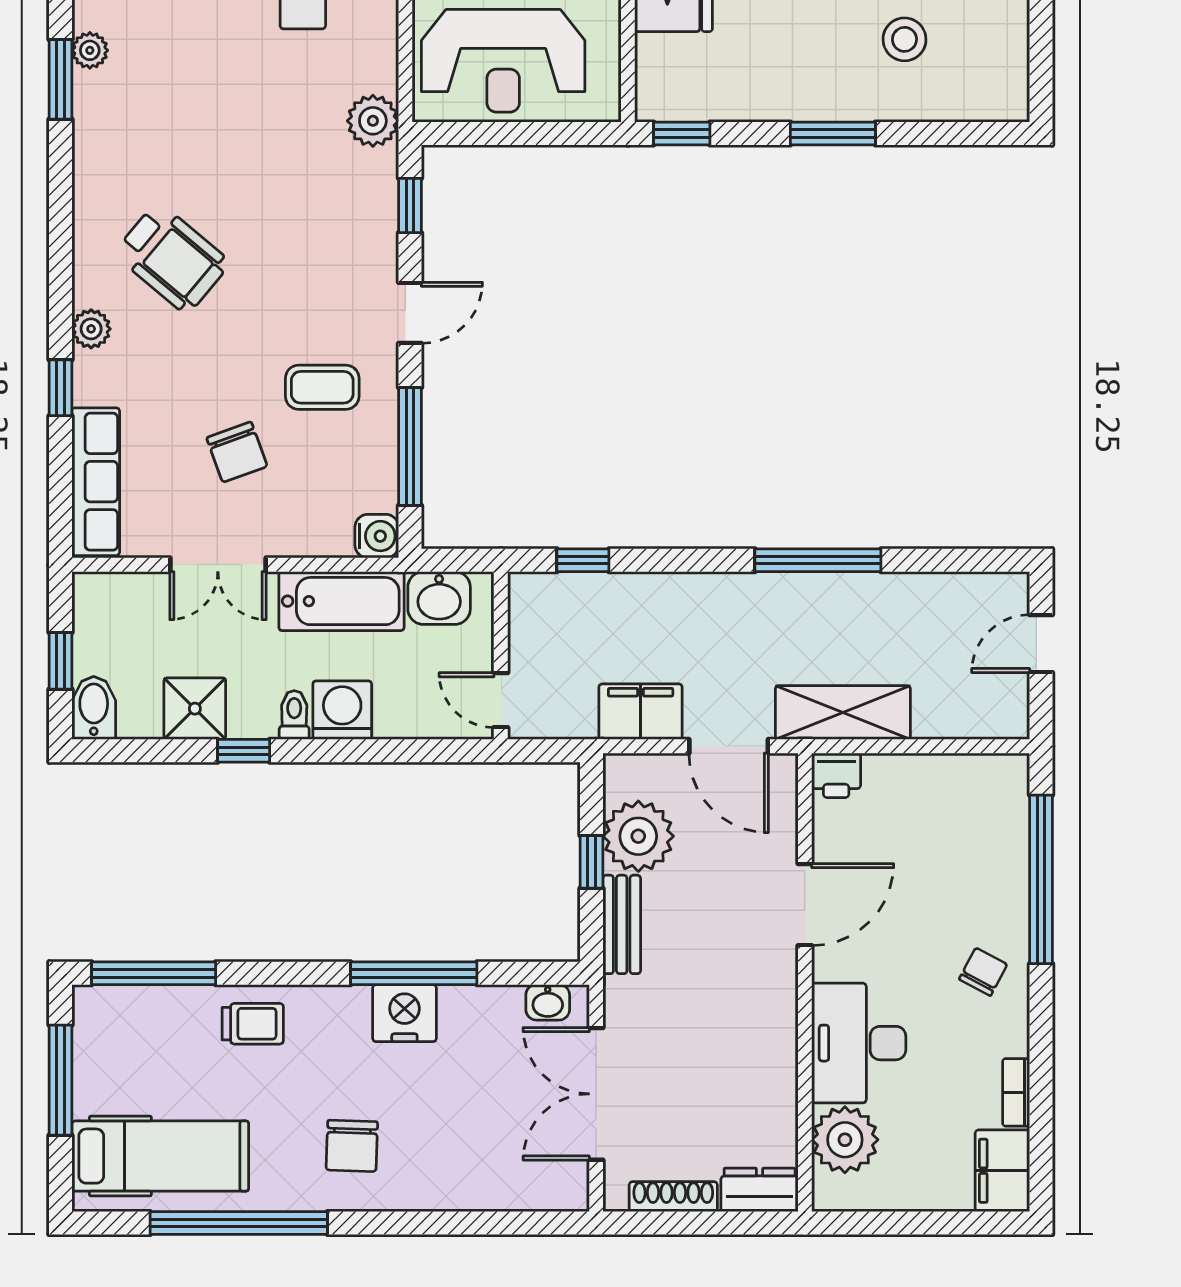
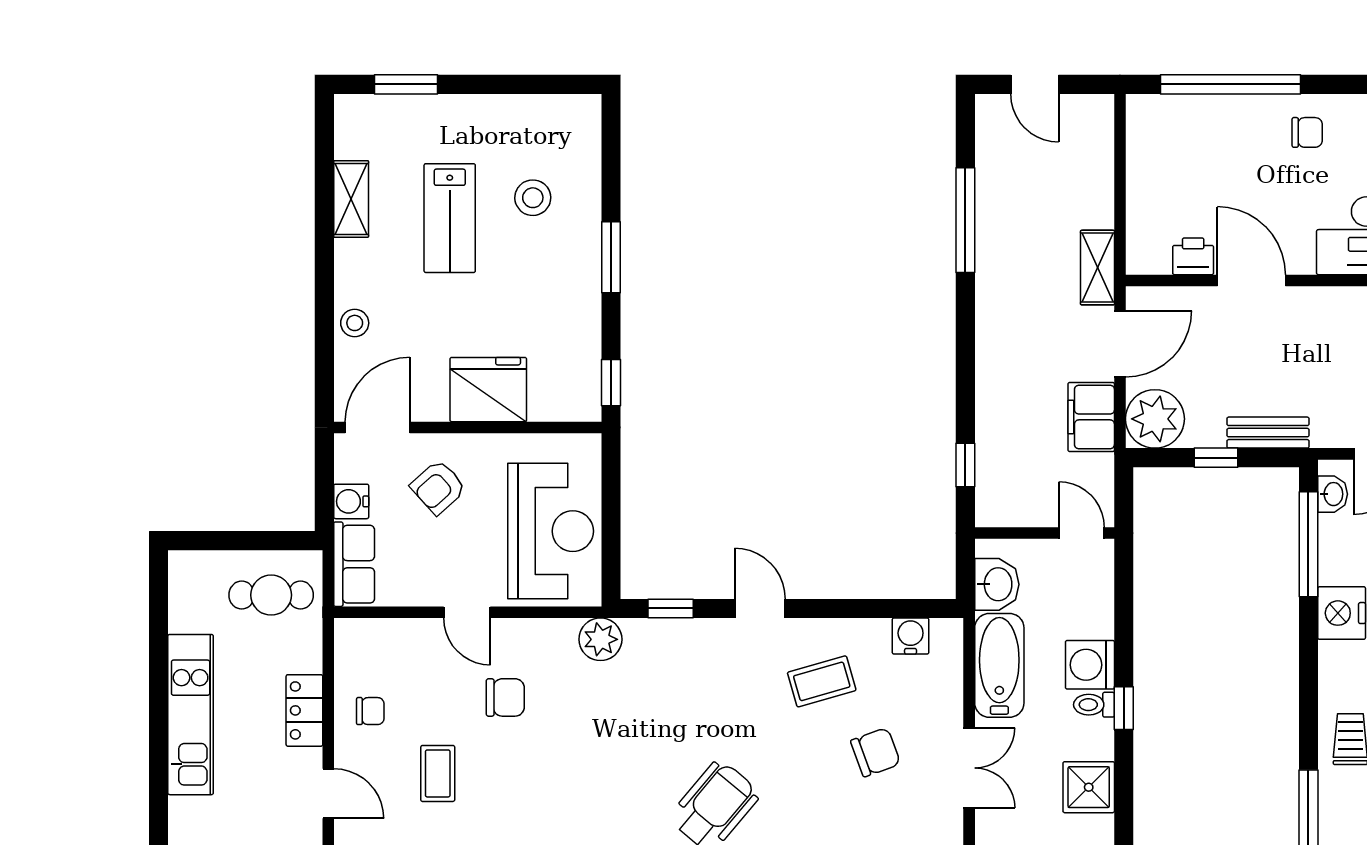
coffee table: (322, 387) -> (822, 681), turned 74
window: (410, 447) -> (871, 608), removed
water cooler: (377, 536) -> (911, 636), moved
window: (818, 560) -> (965, 220), moved
door: (501, 700) -> (1082, 533), swing flipped
shelving: (843, 713) -> (1097, 268), width x0.67, depth x0.75
window: (244, 751) -> (1124, 708), moved
printer: (836, 775) -> (1193, 256), moved, turned -90
plant: (638, 836) -> (1155, 419), moved
chair: (983, 972) -> (1307, 132), turned 152
window: (414, 973) -> (1308, 544), moved

